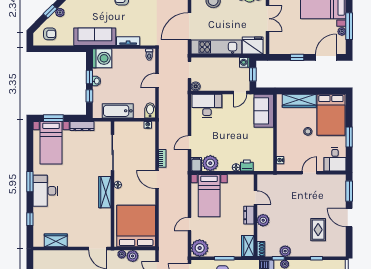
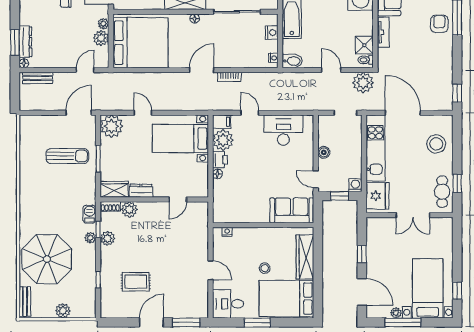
shower: (138, 56) -> (364, 45), added
plant: (167, 56) -> (363, 83), added
boiler: (196, 86) -> (324, 152), moved
desk: (207, 106) -> (283, 130), moved, turned -90
nightstand: (128, 126) -> (272, 33), added
printer: (247, 165) -> (220, 160), moved
dresser: (249, 215) -> (141, 191), moved
plant: (263, 220) -> (129, 210), moved

